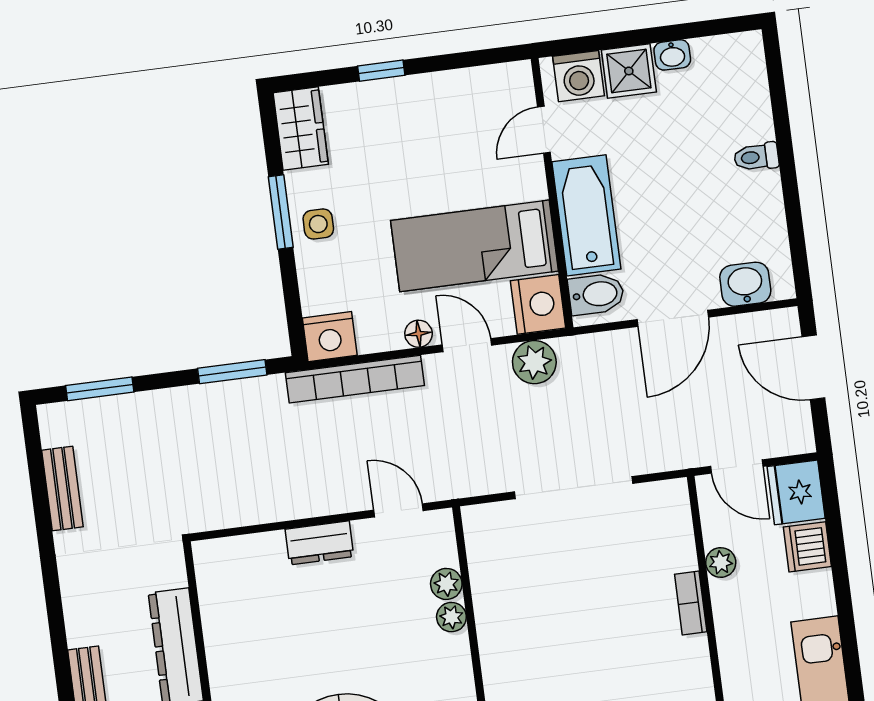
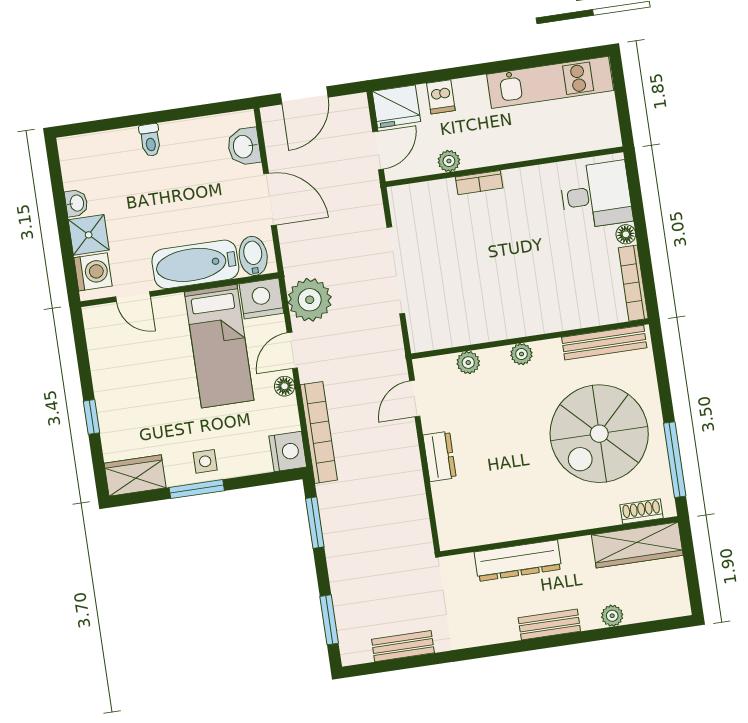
plant: (534, 362) -> (310, 300), width x1.36, depth x1.36
dishwasher: (807, 547) -> (441, 97), width x0.73
plant: (451, 617) -> (521, 354), moved

